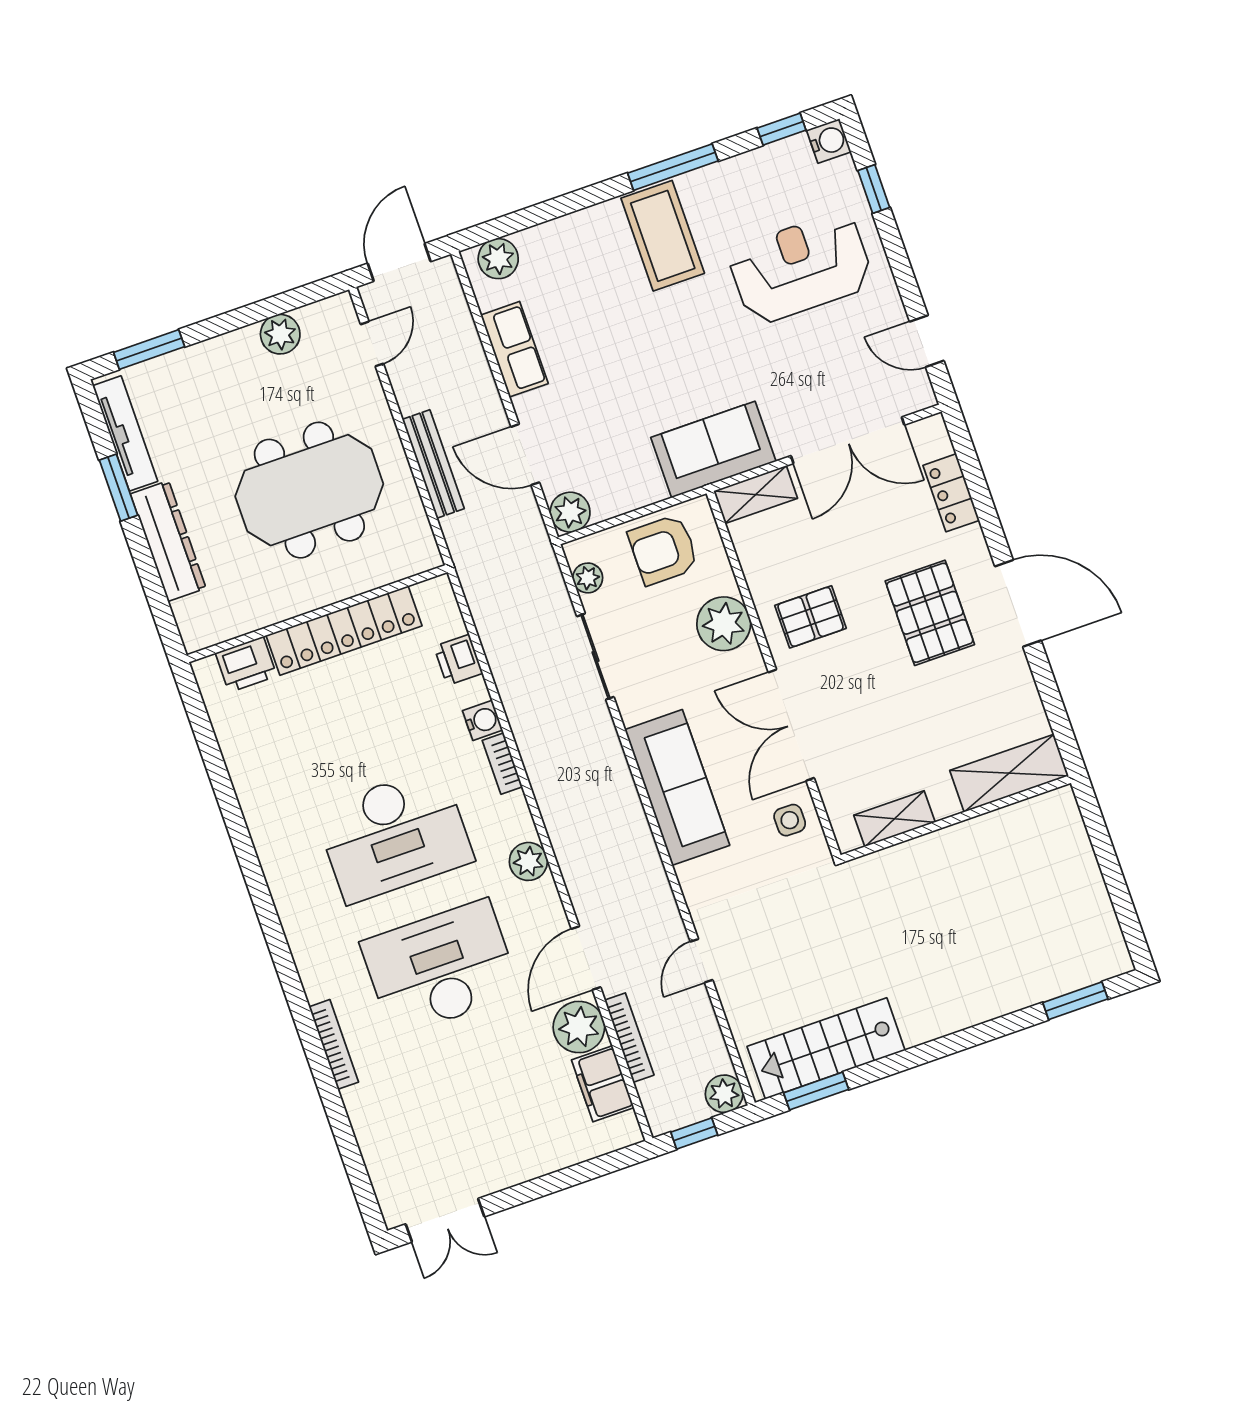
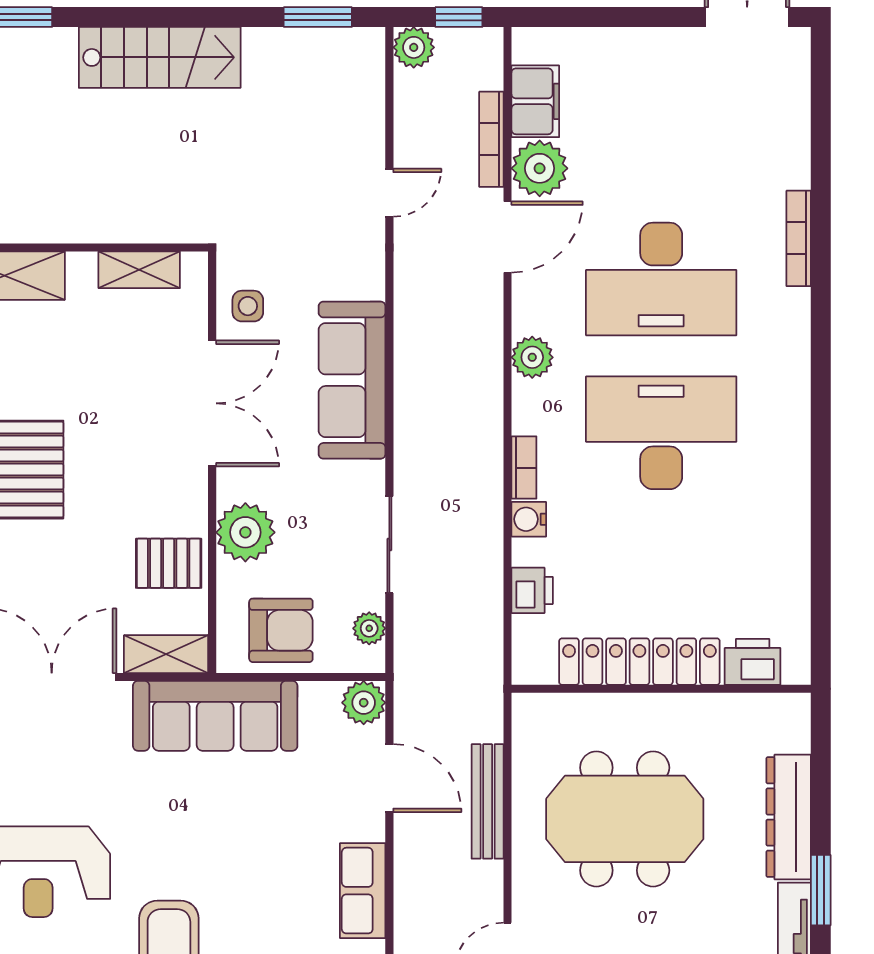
sofa: (713, 449) -> (215, 716), width x1.36
pallet: (811, 617) -> (169, 563), moved
stairs: (826, 1048) -> (160, 57), moved

